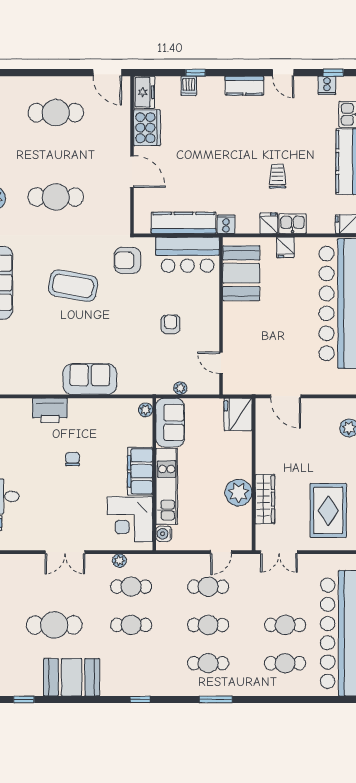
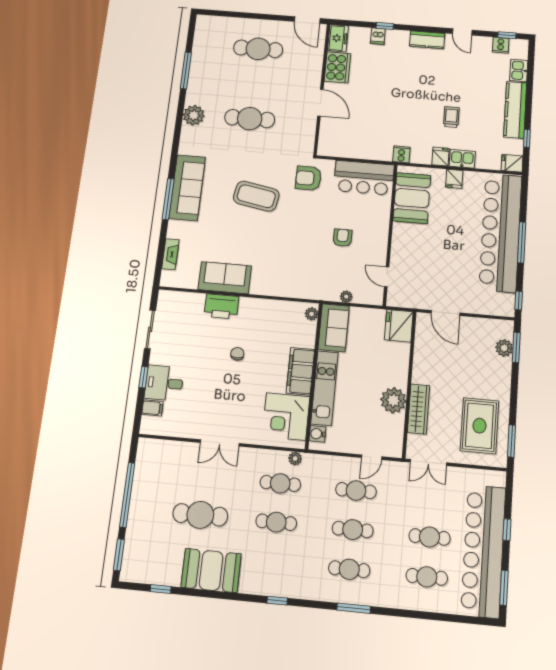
kitchen counter: (184, 223) -> (363, 150), removed
sofa: (90, 379) -> (225, 278), moved
plant: (119, 561) -> (295, 459), moved

